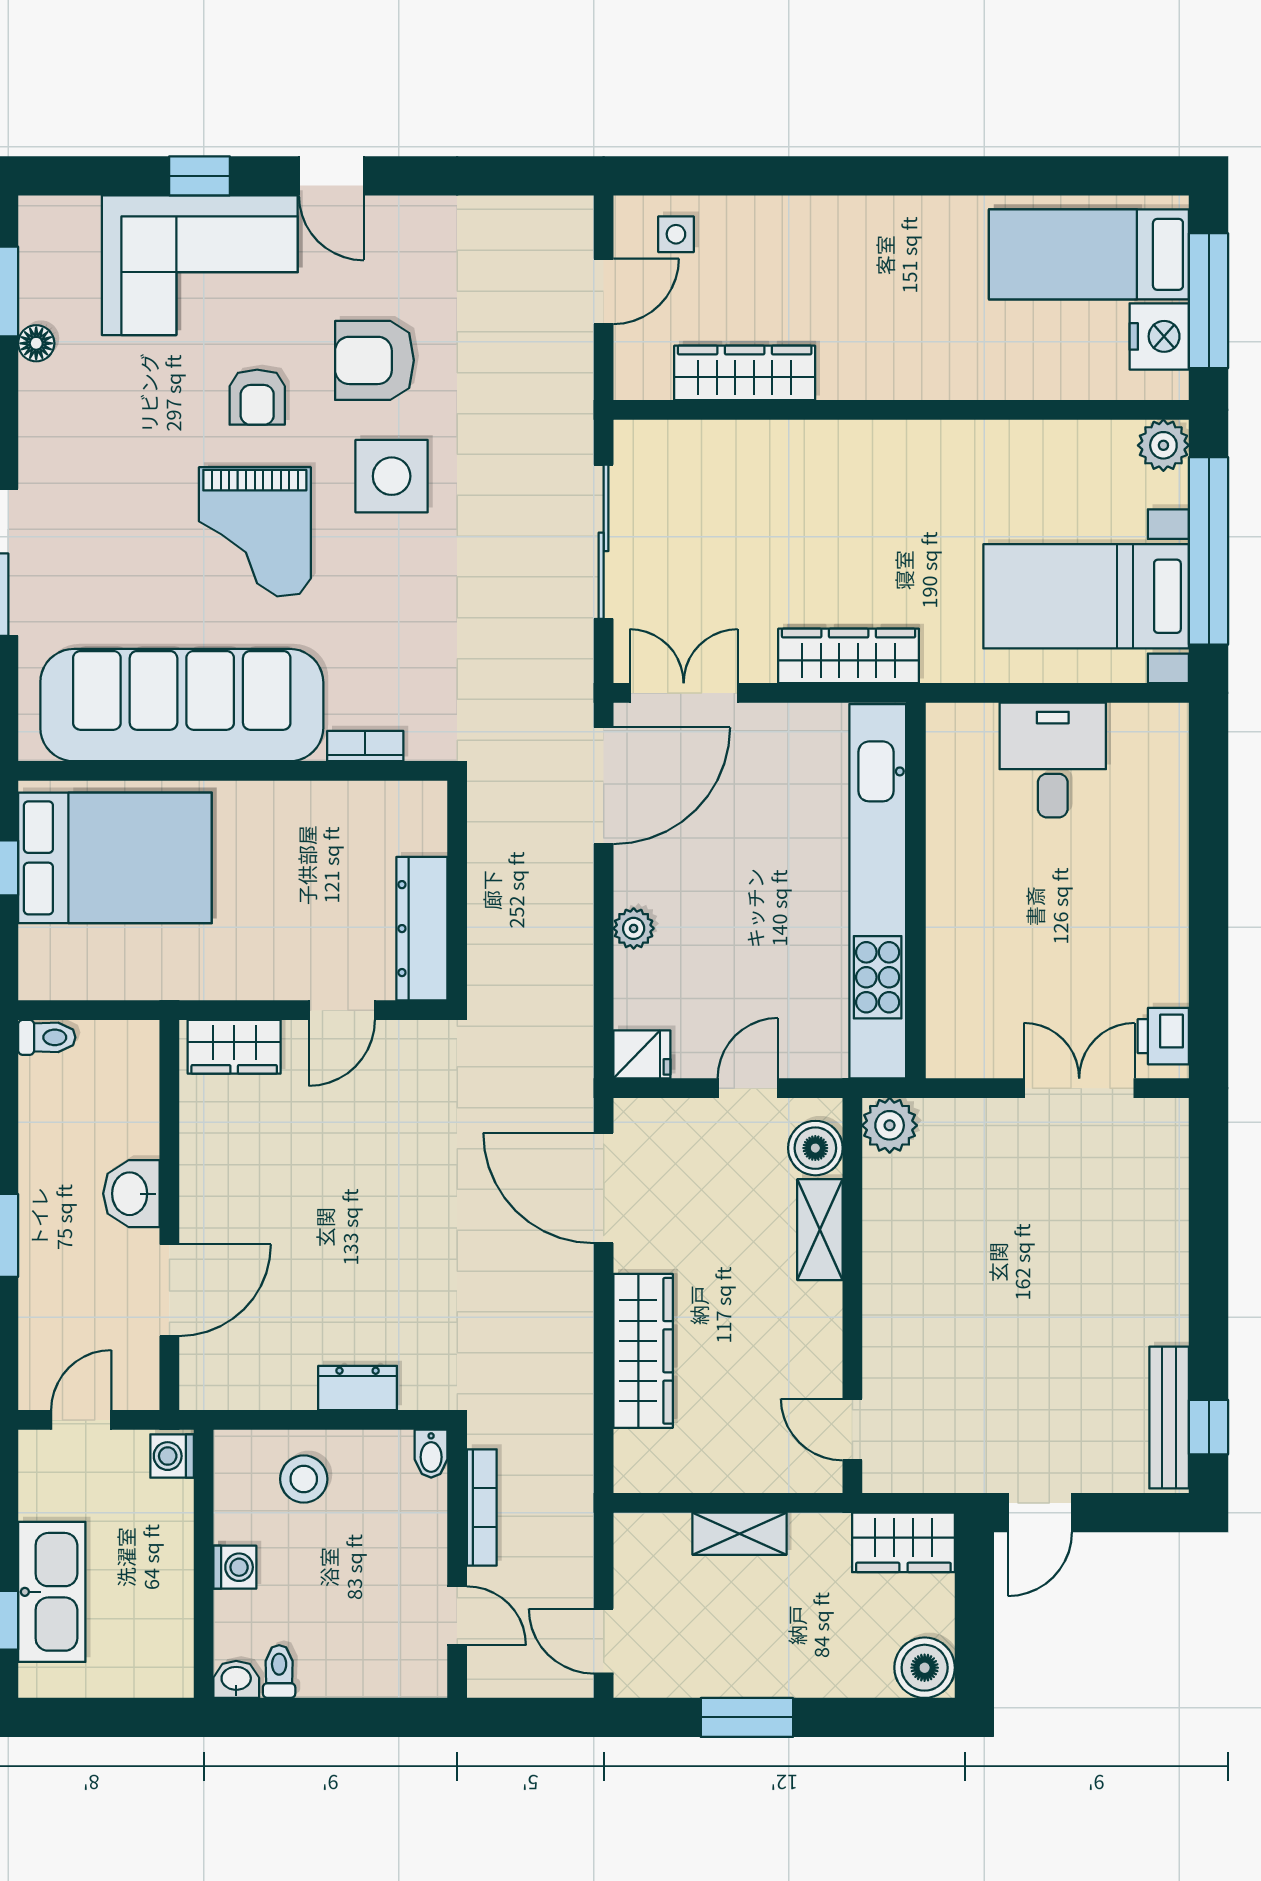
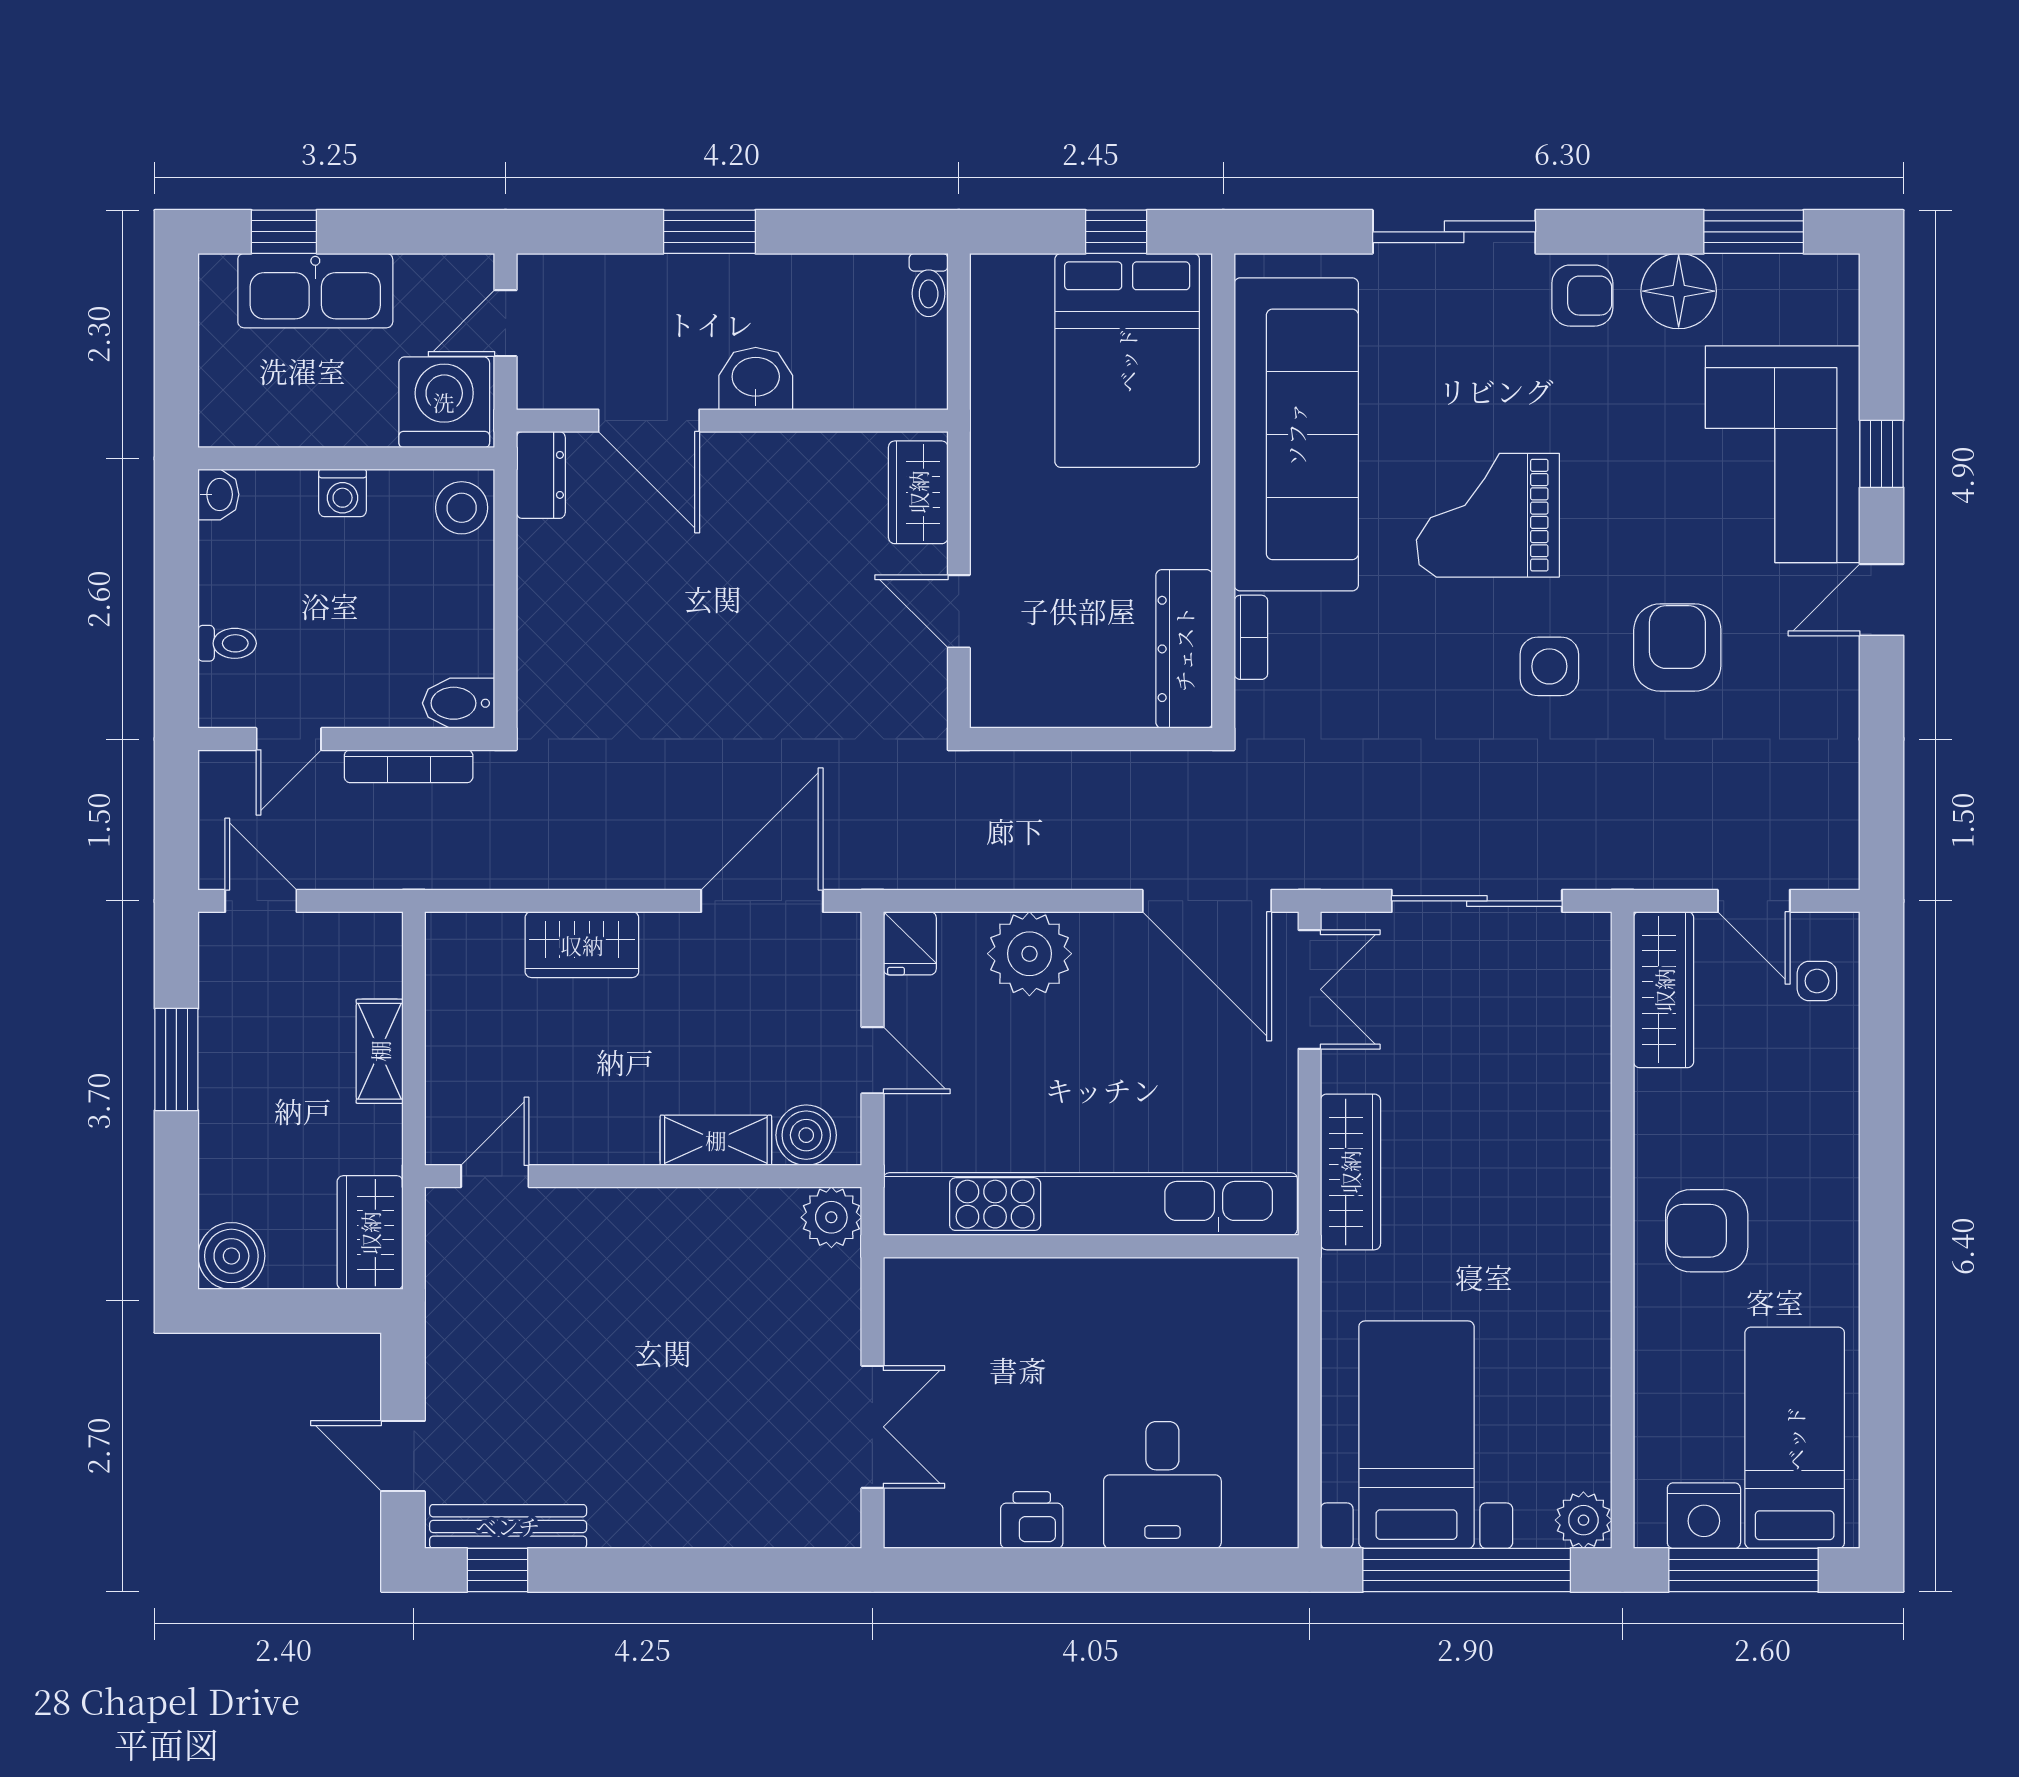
armchair: (902, 334) -> (1707, 1231), added
floor lamp: (36, 343) -> (1679, 291), width x1.89, depth x1.89
wardrobe: (745, 373) -> (1664, 990), moved
armchair: (257, 397) -> (1582, 296), moved, turned 180
side table: (392, 476) -> (1549, 666), width x0.73, depth x0.73
desk: (1053, 760) -> (1162, 1485), moved, turned 90
plant: (634, 928) -> (1029, 954), width x1.87, depth x1.87
dresser: (422, 929) -> (1184, 649), moved, turned -90
printer: (1163, 1036) -> (1032, 1520), moved
wardrobe: (643, 1351) -> (582, 945), width x0.67
dresser: (358, 1388) -> (541, 475), moved
door: (81, 1420) -> (506, 323), swing flipped
bidet: (431, 1454) -> (459, 703), width x1.38, depth x1.36
washing machine: (172, 1456) -> (444, 402), width x1.89, depth x1.89
stool: (304, 1479) -> (462, 508), moved
door: (1040, 1513) -> (403, 1456), moved
door: (604, 1641) -> (261, 901), hinge flipped
toilet: (279, 1672) -> (227, 643), moved

